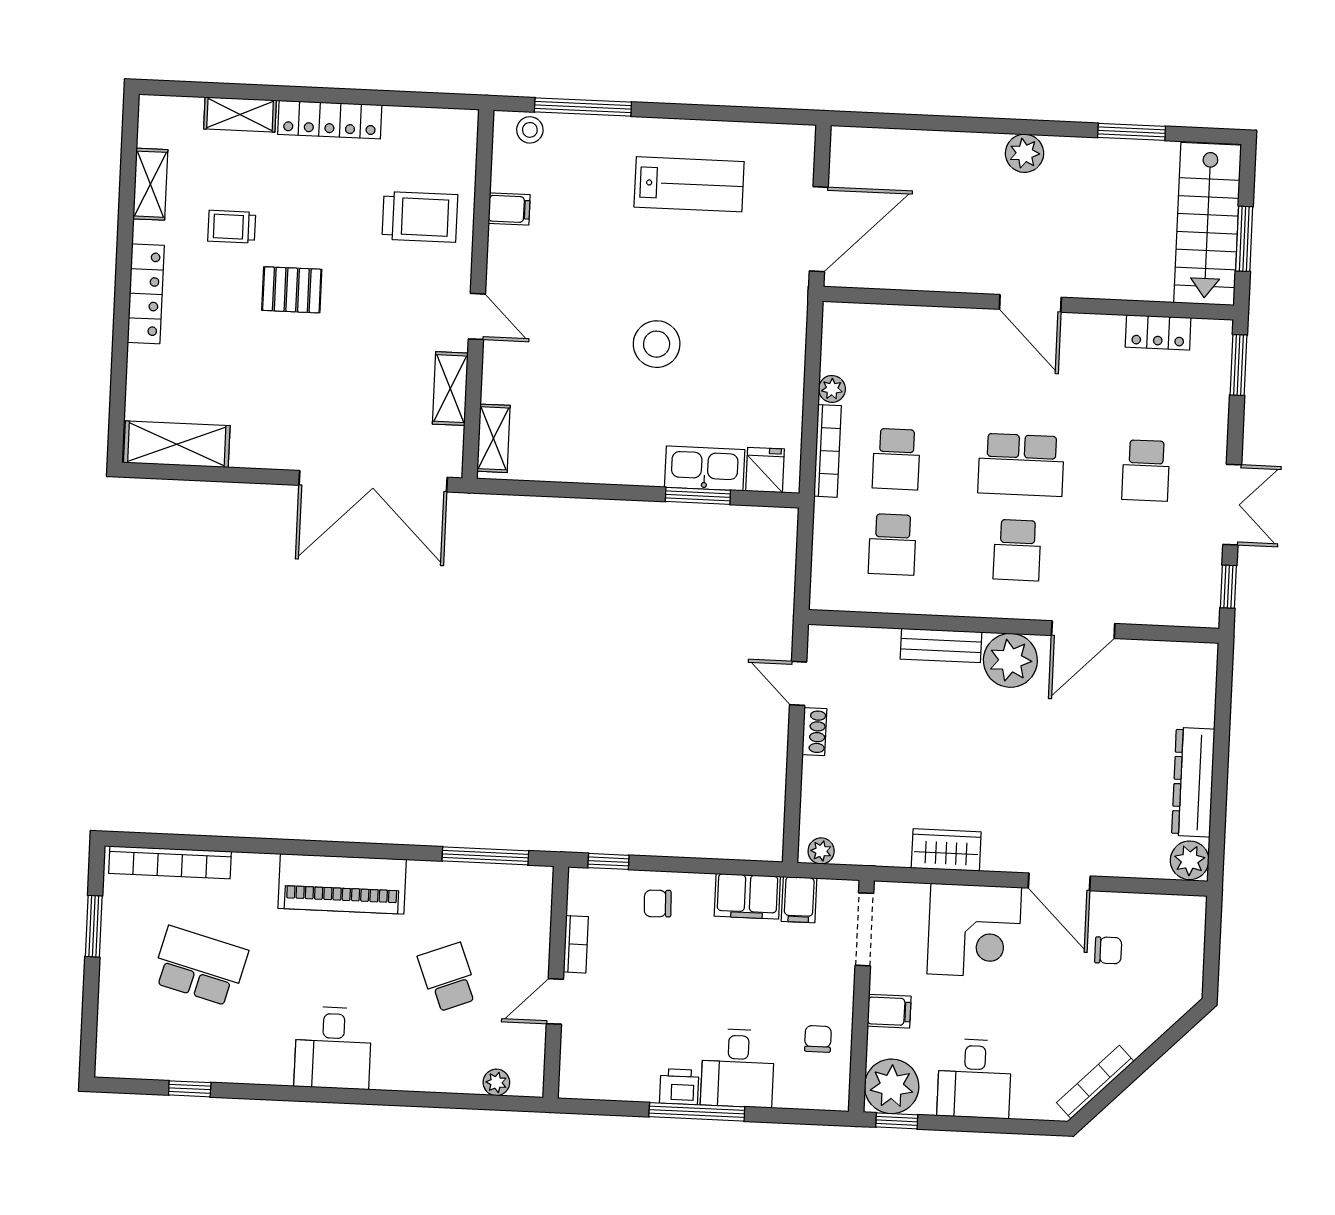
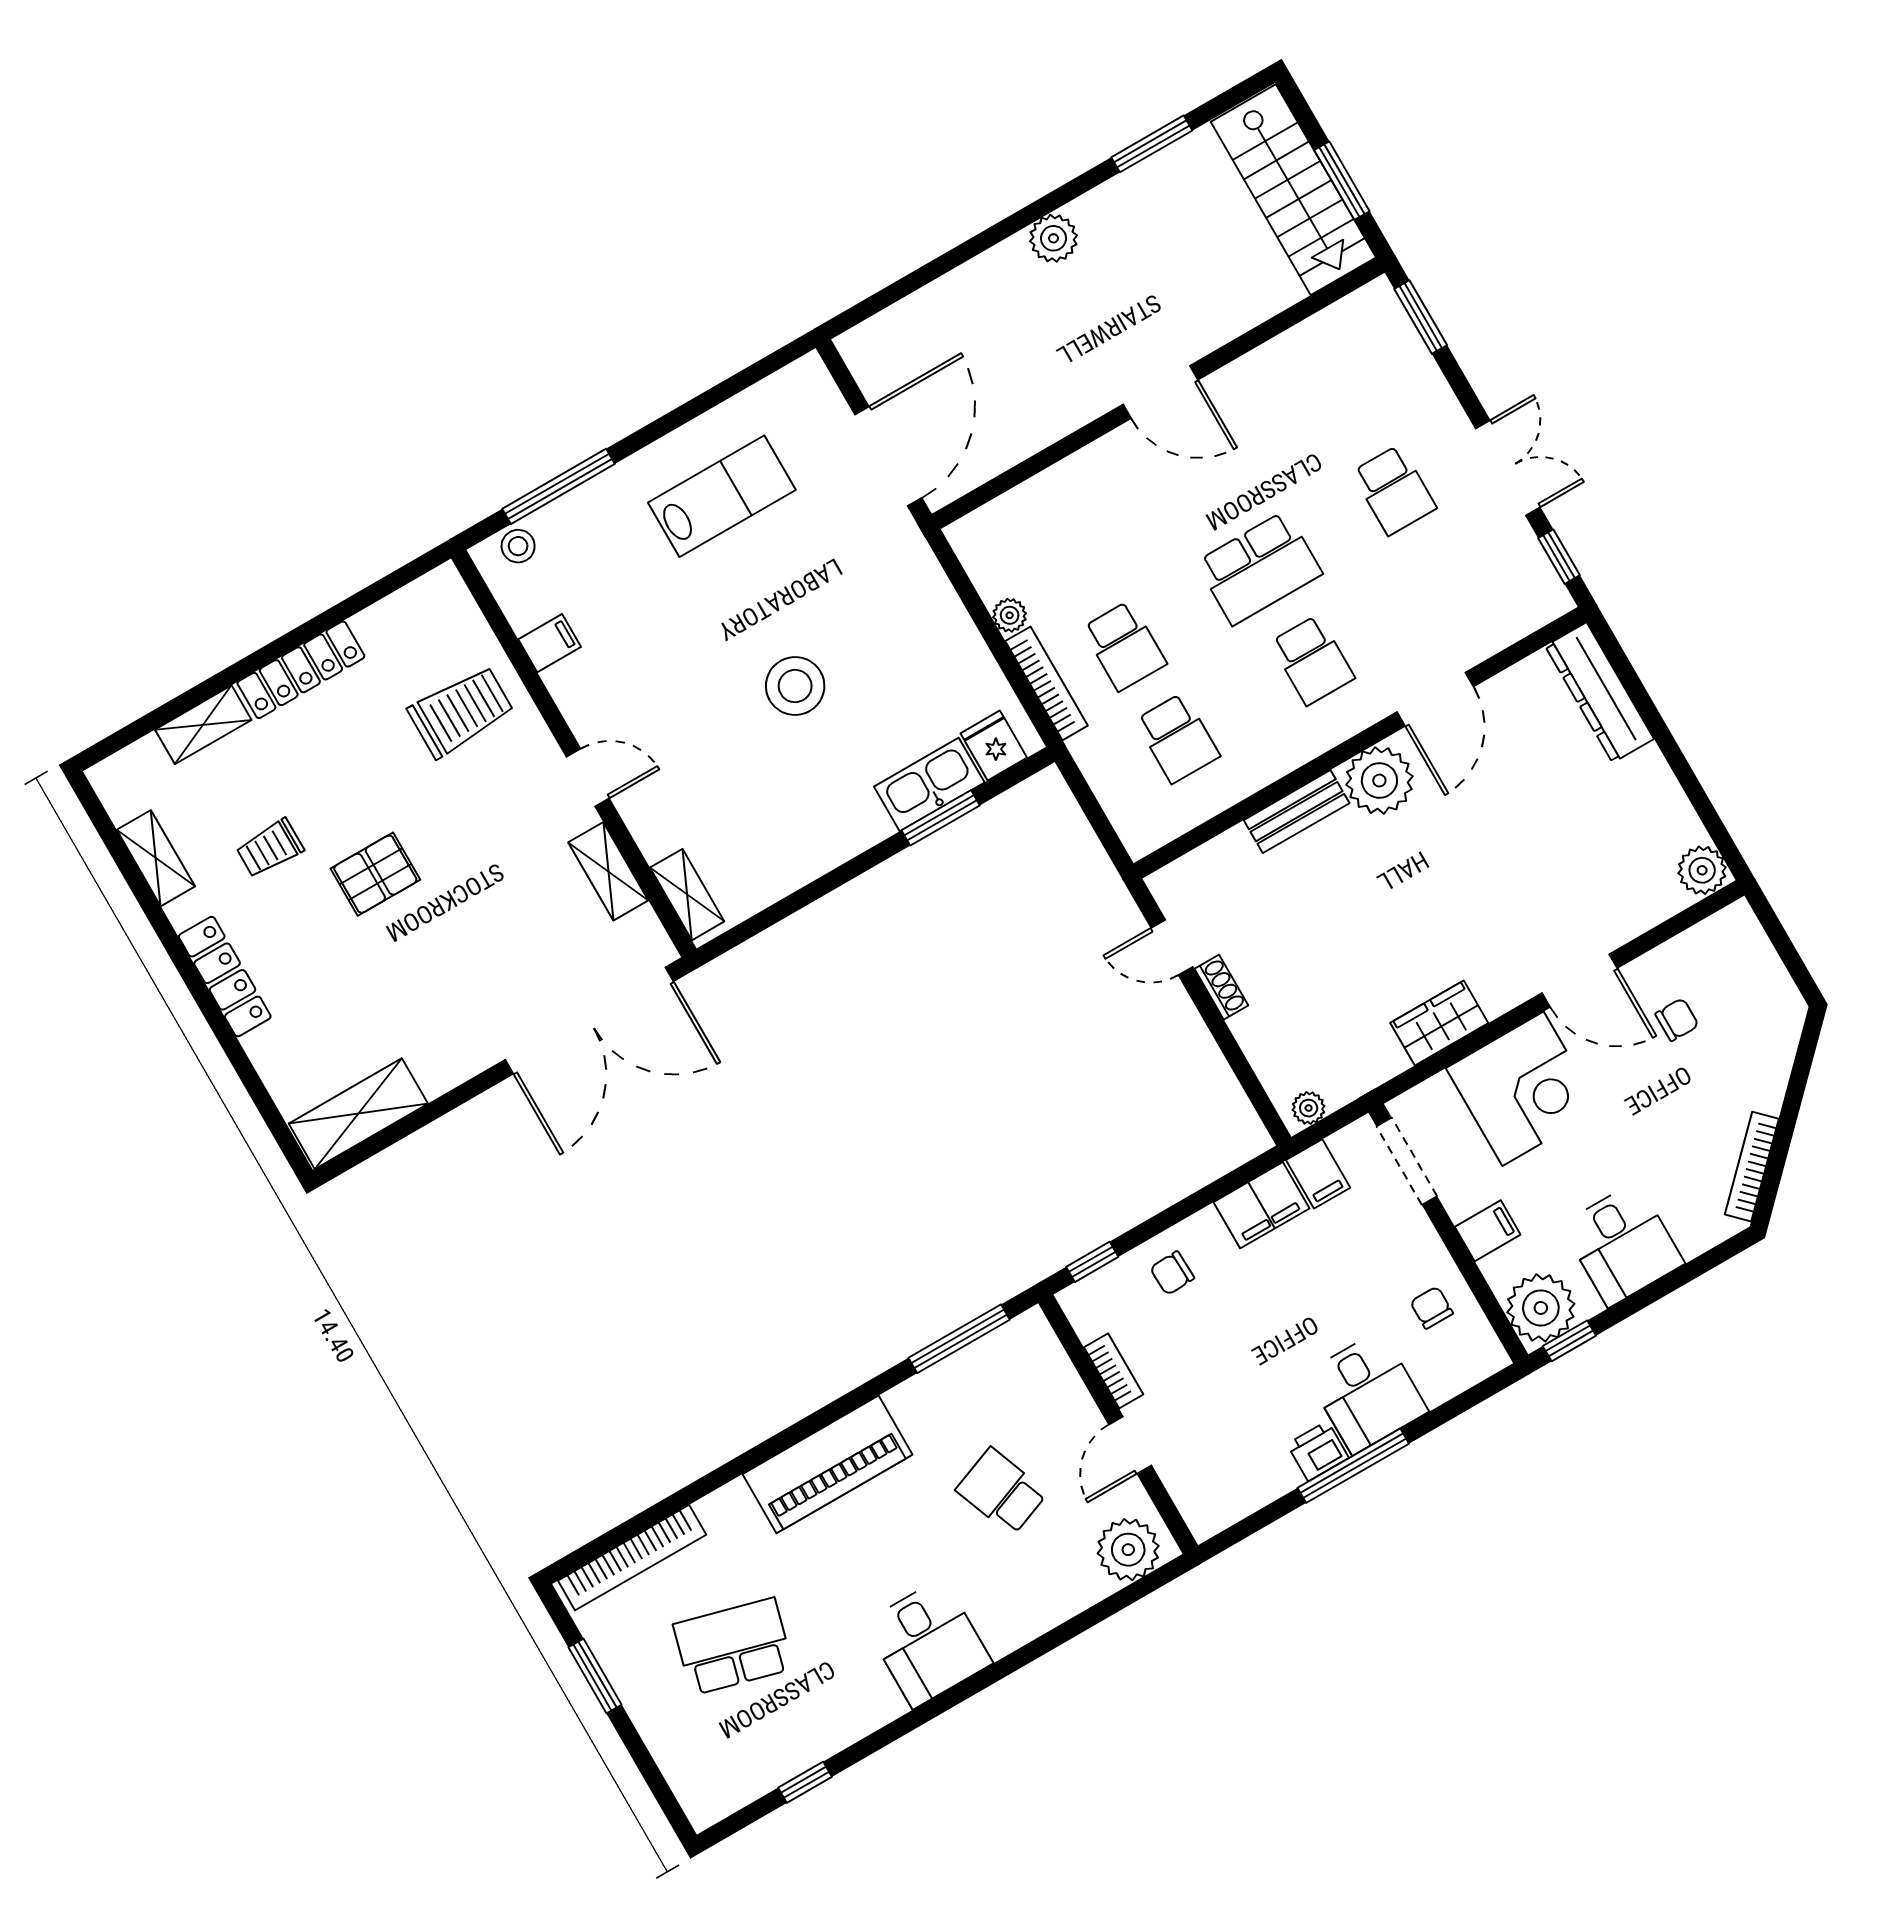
locker: (1158, 332) -> (1314, 337), removed
dresser: (1193, 782) -> (1600, 692), moved
plant: (496, 1082) -> (1128, 1550), width x1.88, depth x1.88

